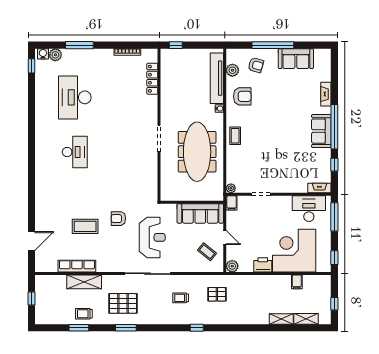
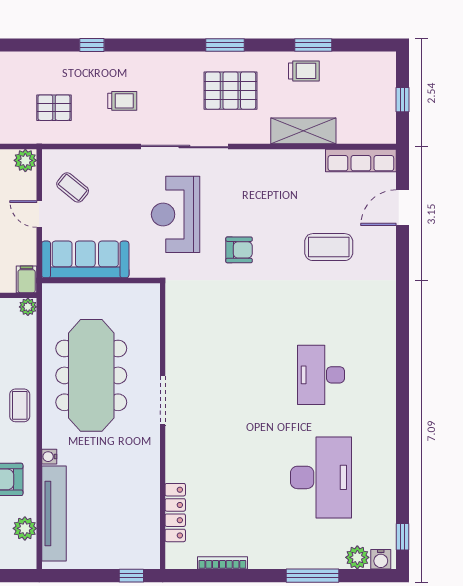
coffee table: (85, 226) -> (329, 247), moved
row of seats: (77, 266) -> (361, 160), moved

